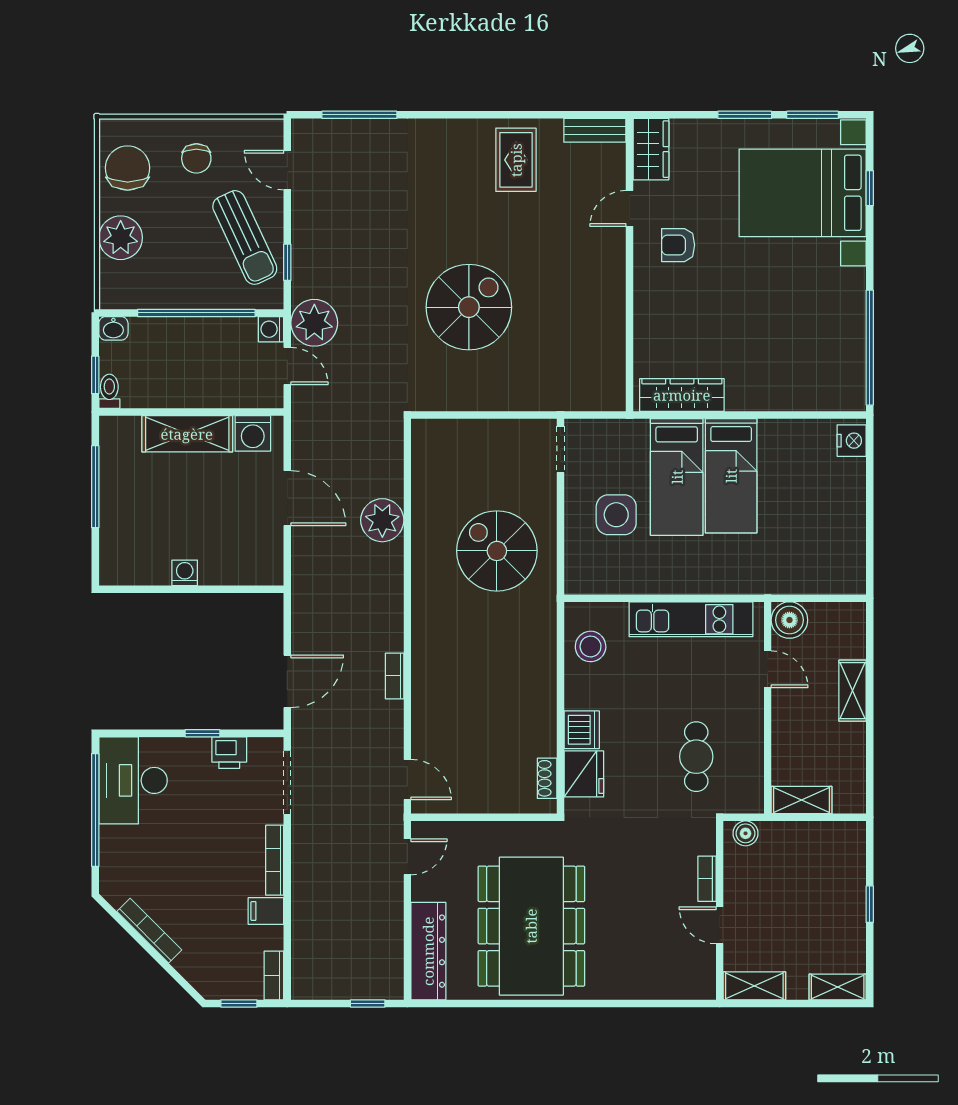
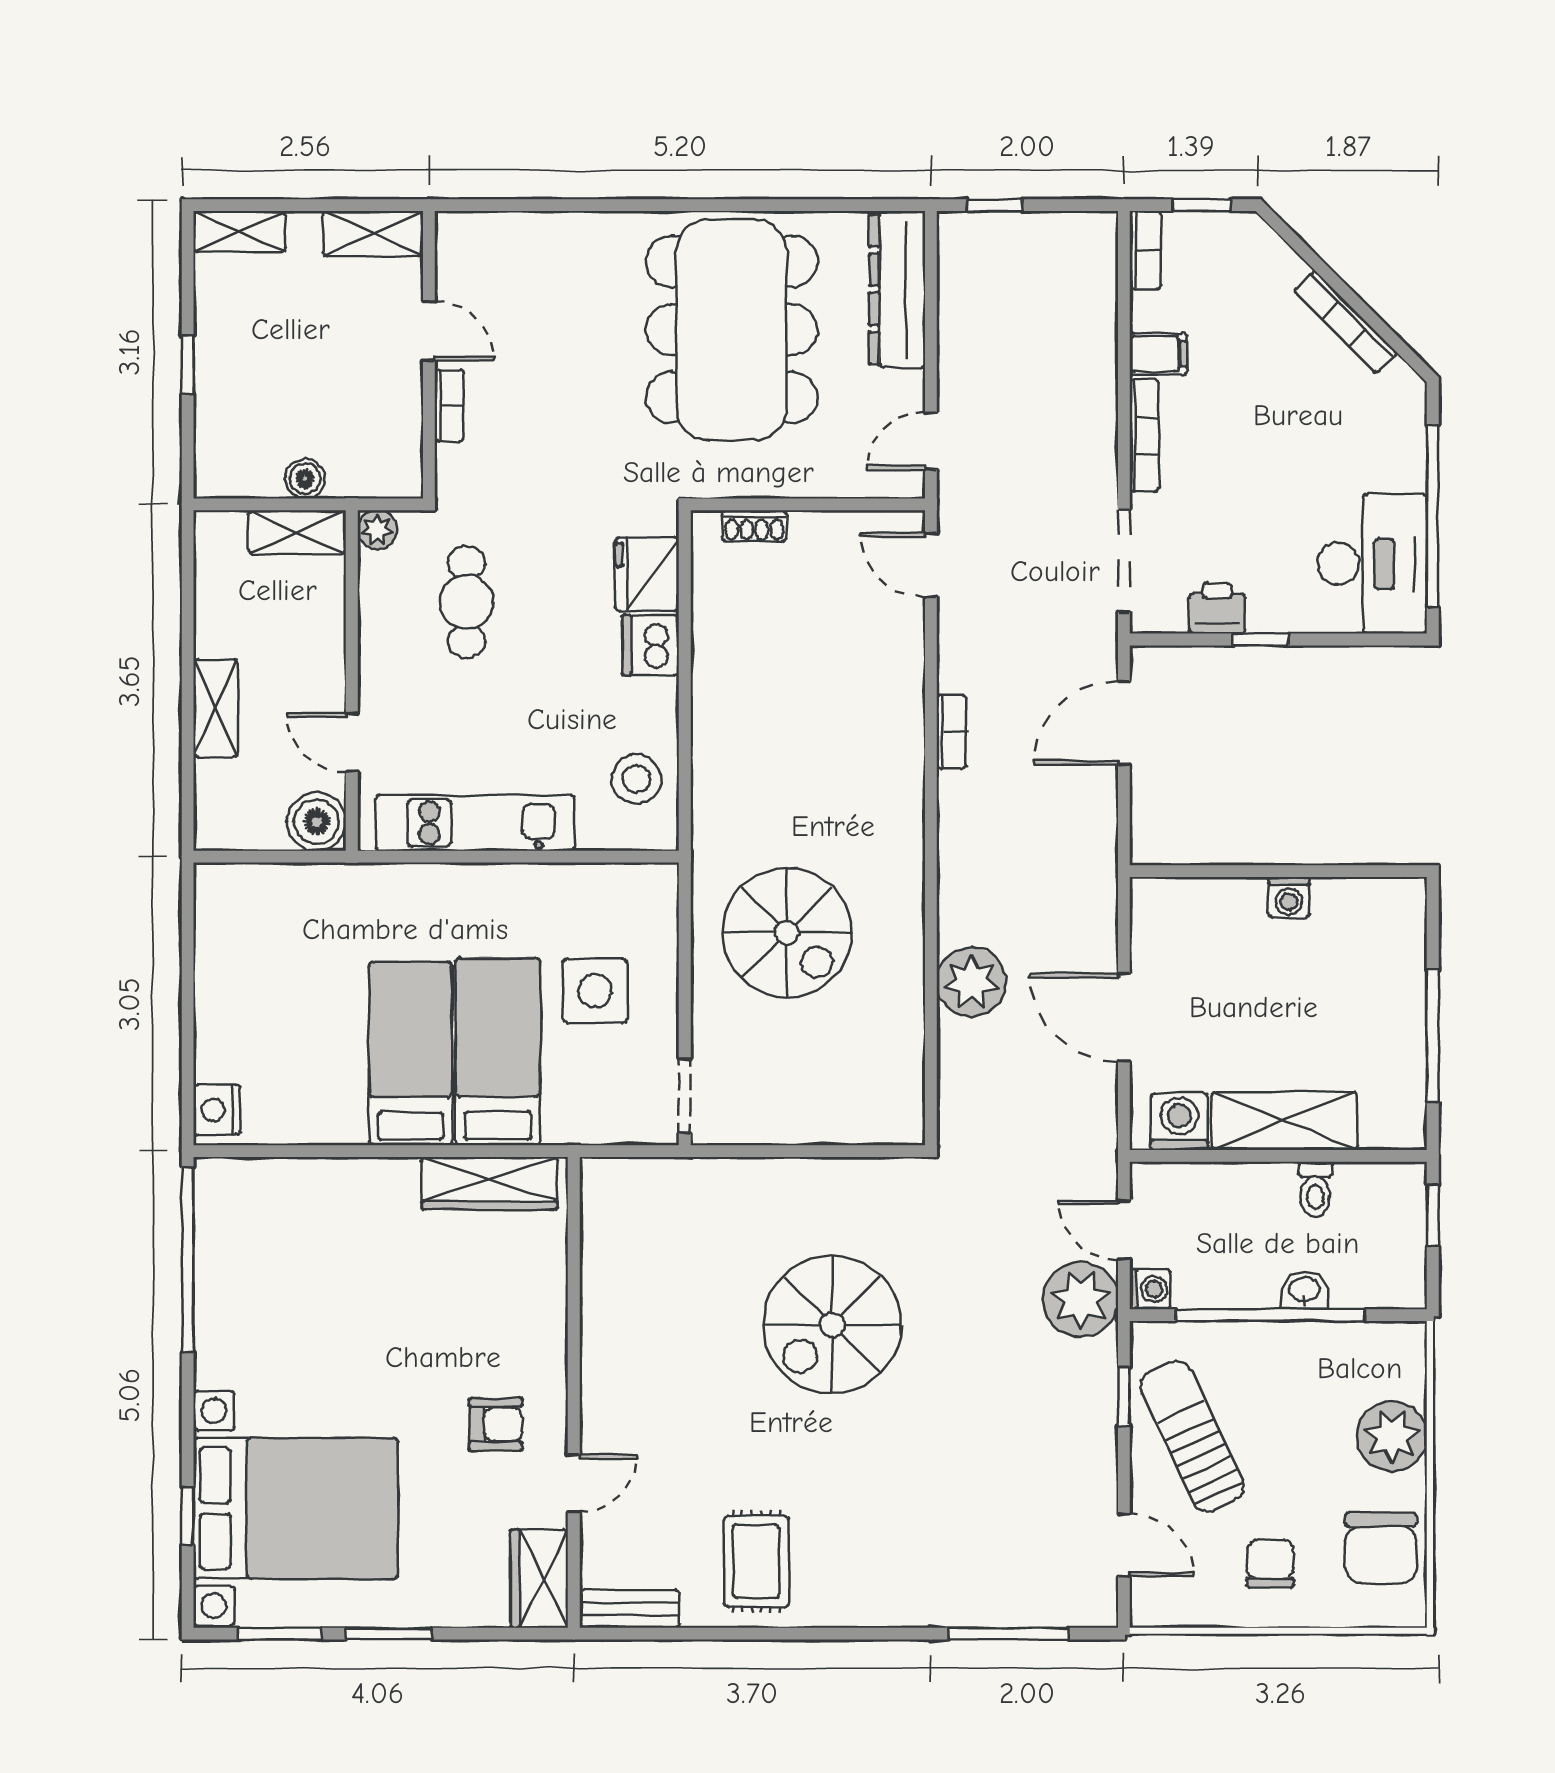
washbasin: (113, 328) -> (1304, 1290), moved
toilet: (109, 391) -> (1315, 1189), moved
shoe rack: (547, 778) -> (754, 526), moved, turned 90
plant: (752, 801) -> (377, 530), added
boiler: (745, 833) -> (305, 479), moved

